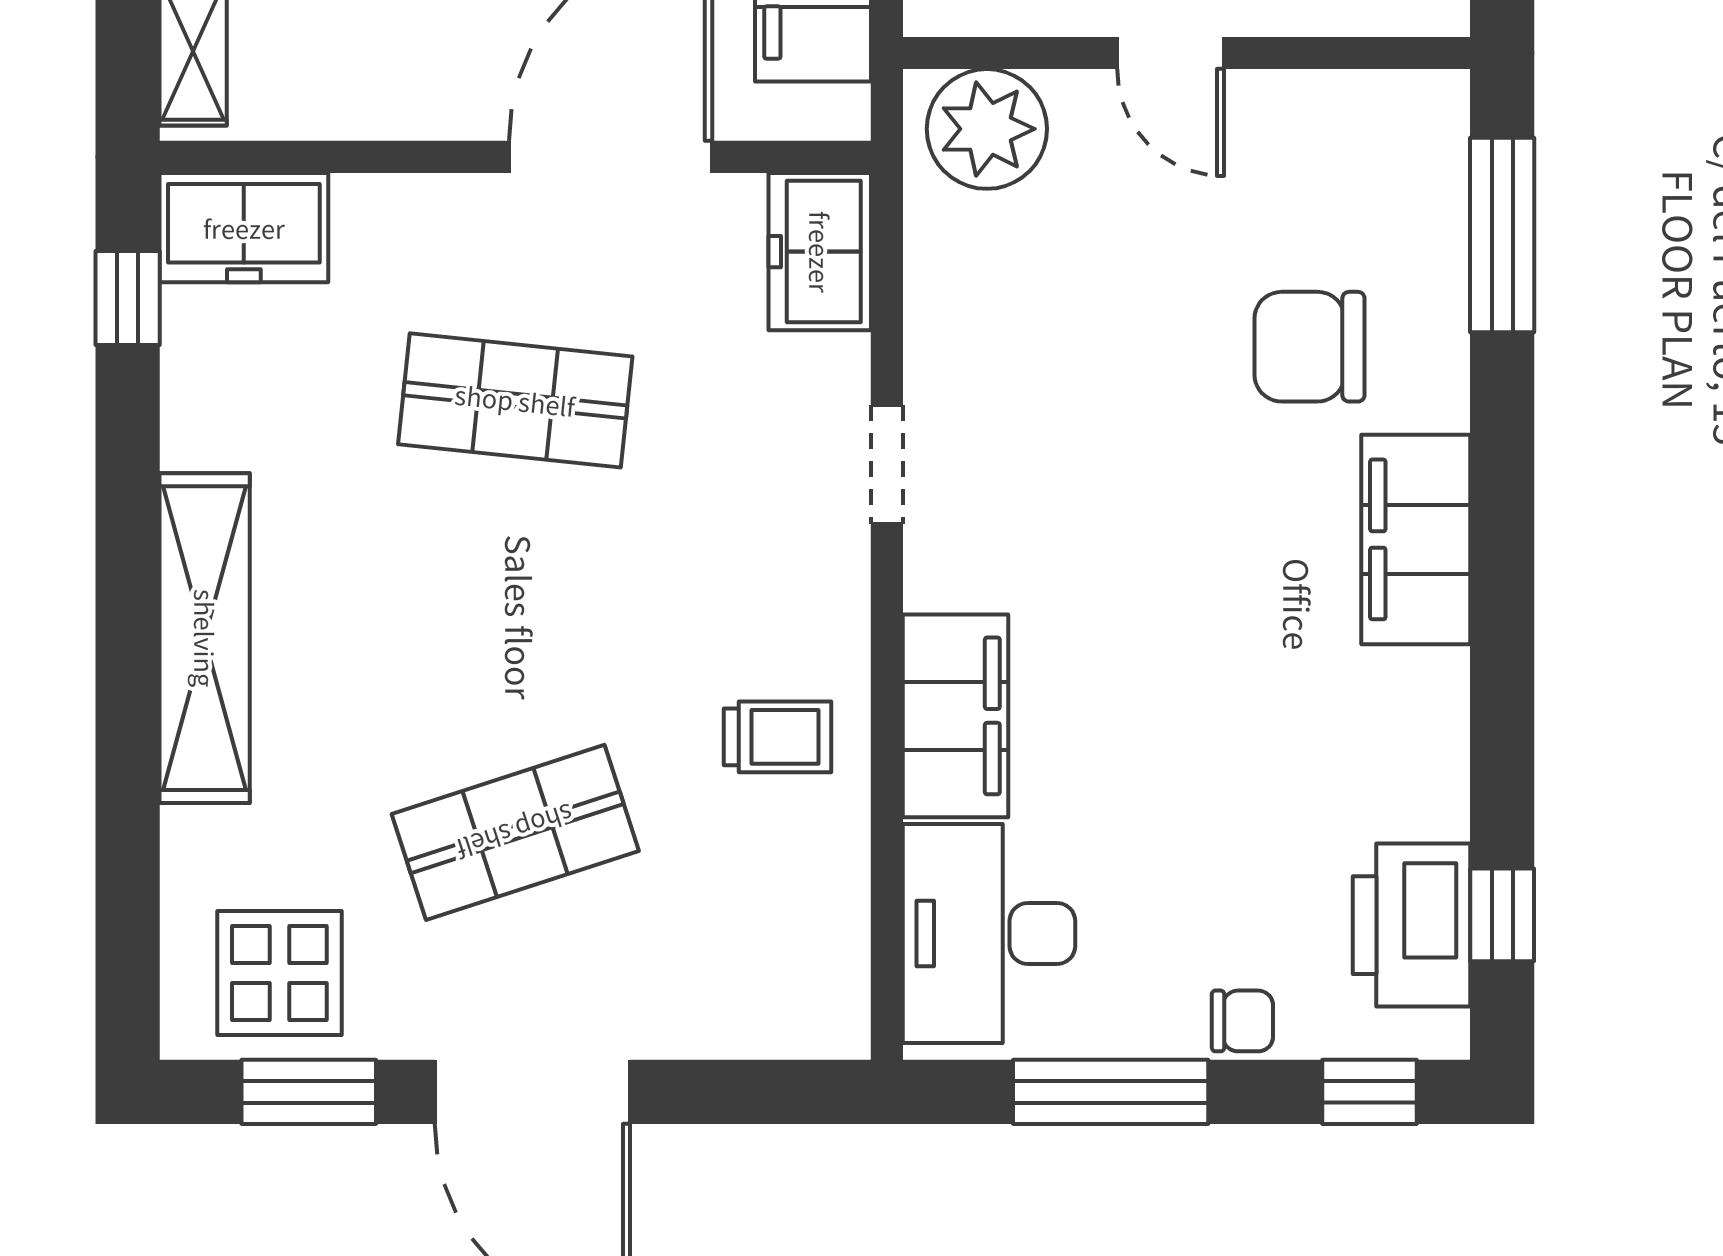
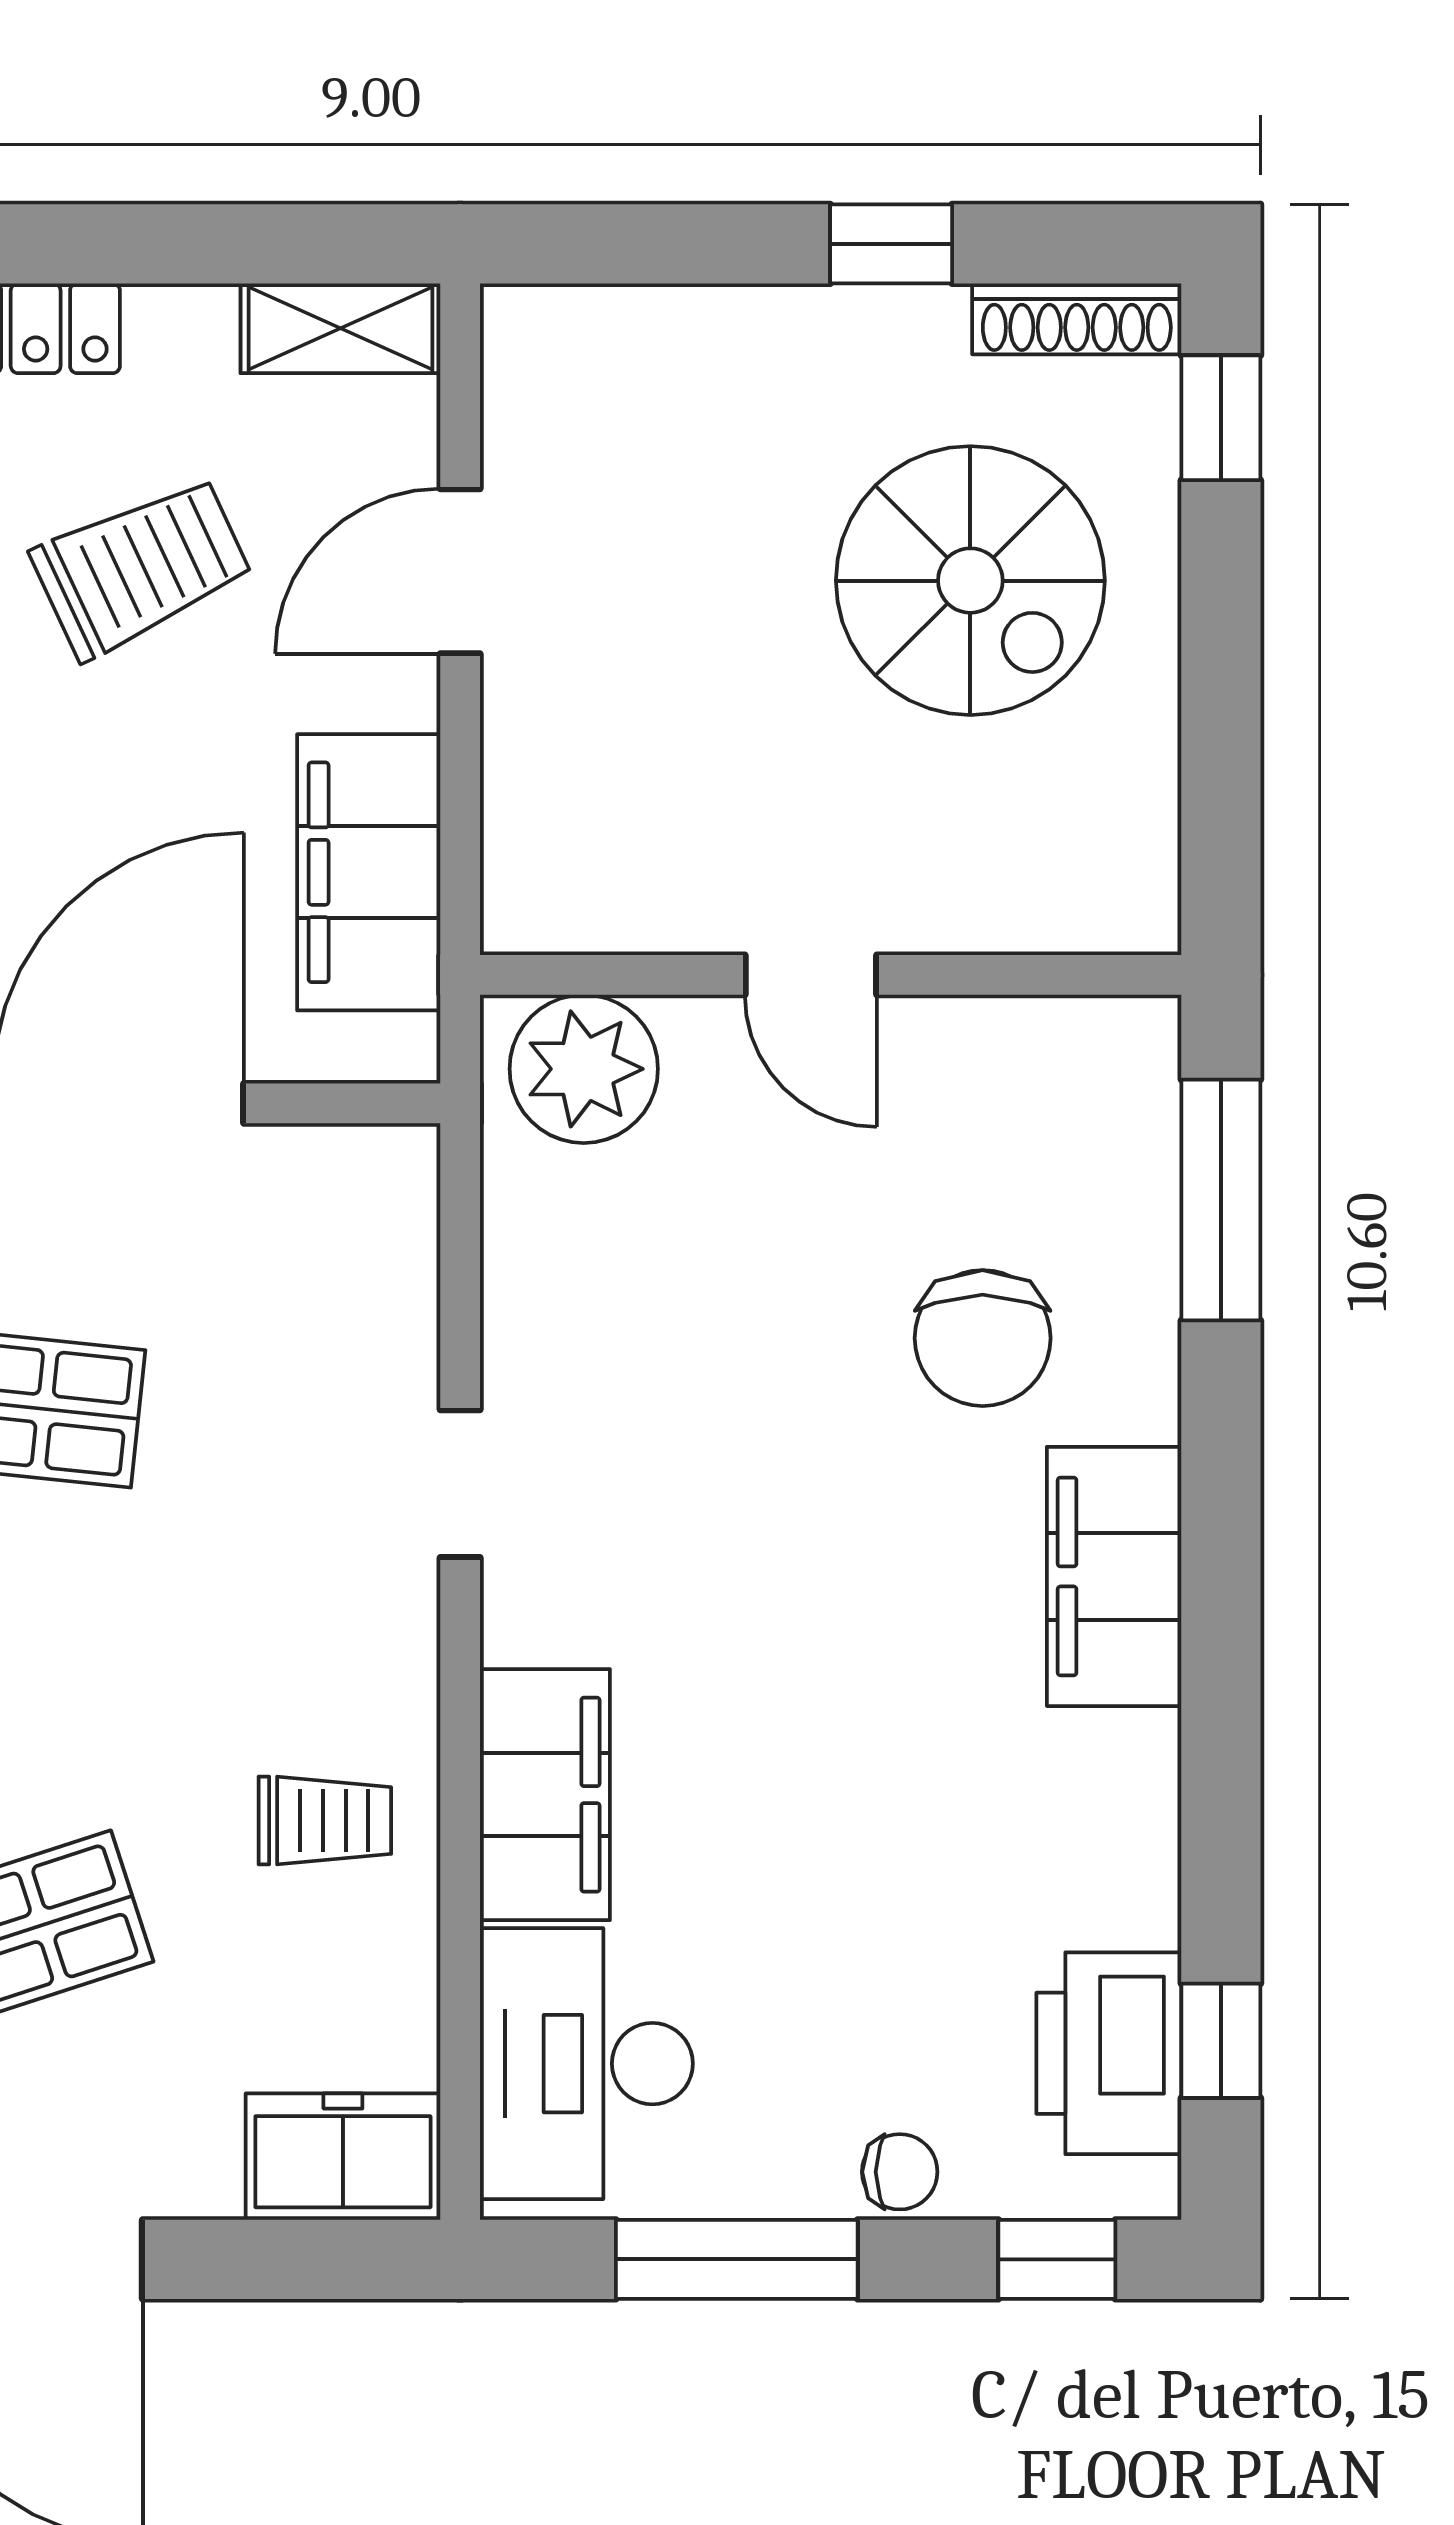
freezer: (820, 252) -> (343, 2157), moved, turned 90
chair: (1309, 347) -> (983, 1338), turned -90

